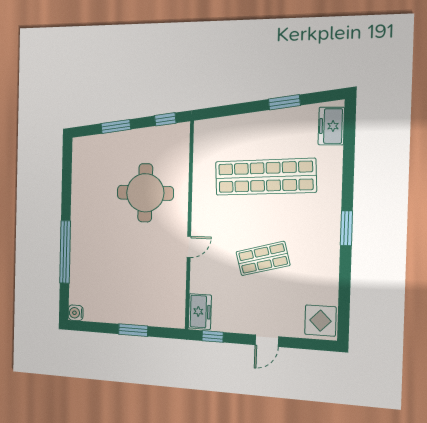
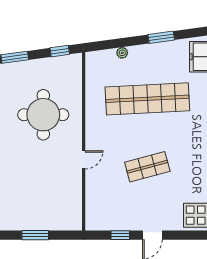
plant: (237, 121) -> (122, 53), added
freezer: (200, 312) -> (95, 215), removed
window: (213, 336) -> (120, 235), moved

